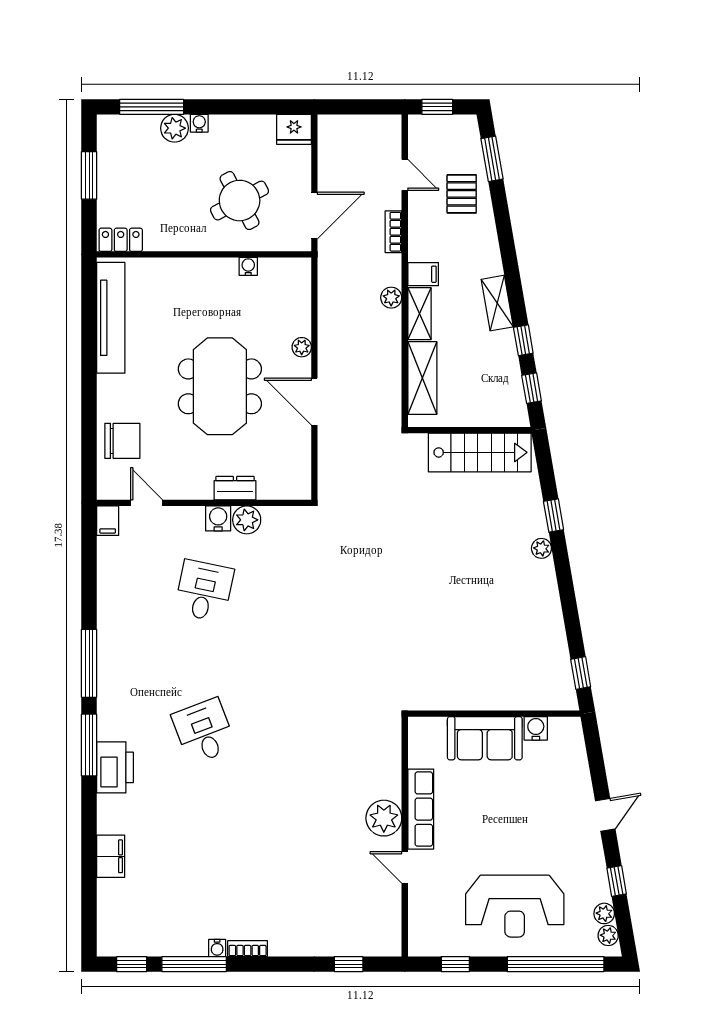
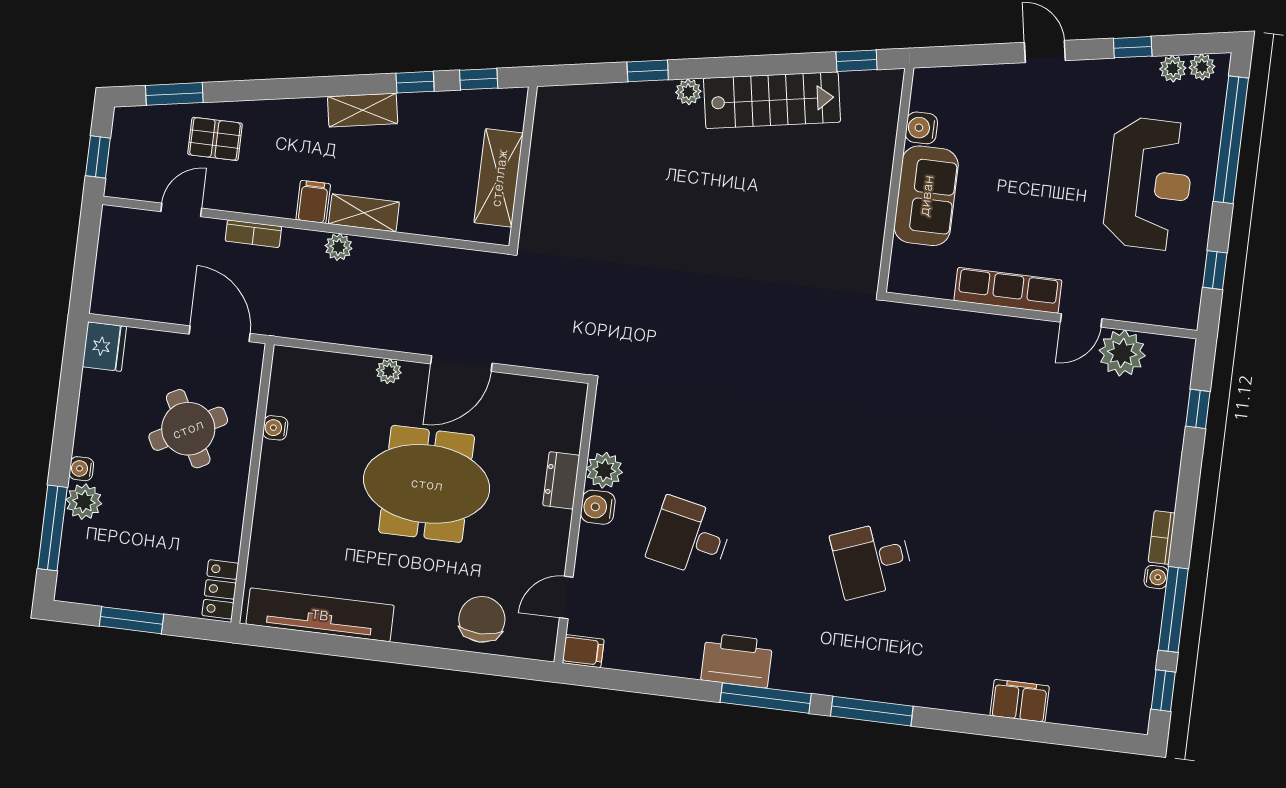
shelving: (422, 378) -> (499, 178), moved, turned 90
stairs: (480, 452) -> (772, 100), moved, turned 80
printer: (115, 767) -> (737, 660), moved
plant: (384, 818) -> (1122, 353), moved

